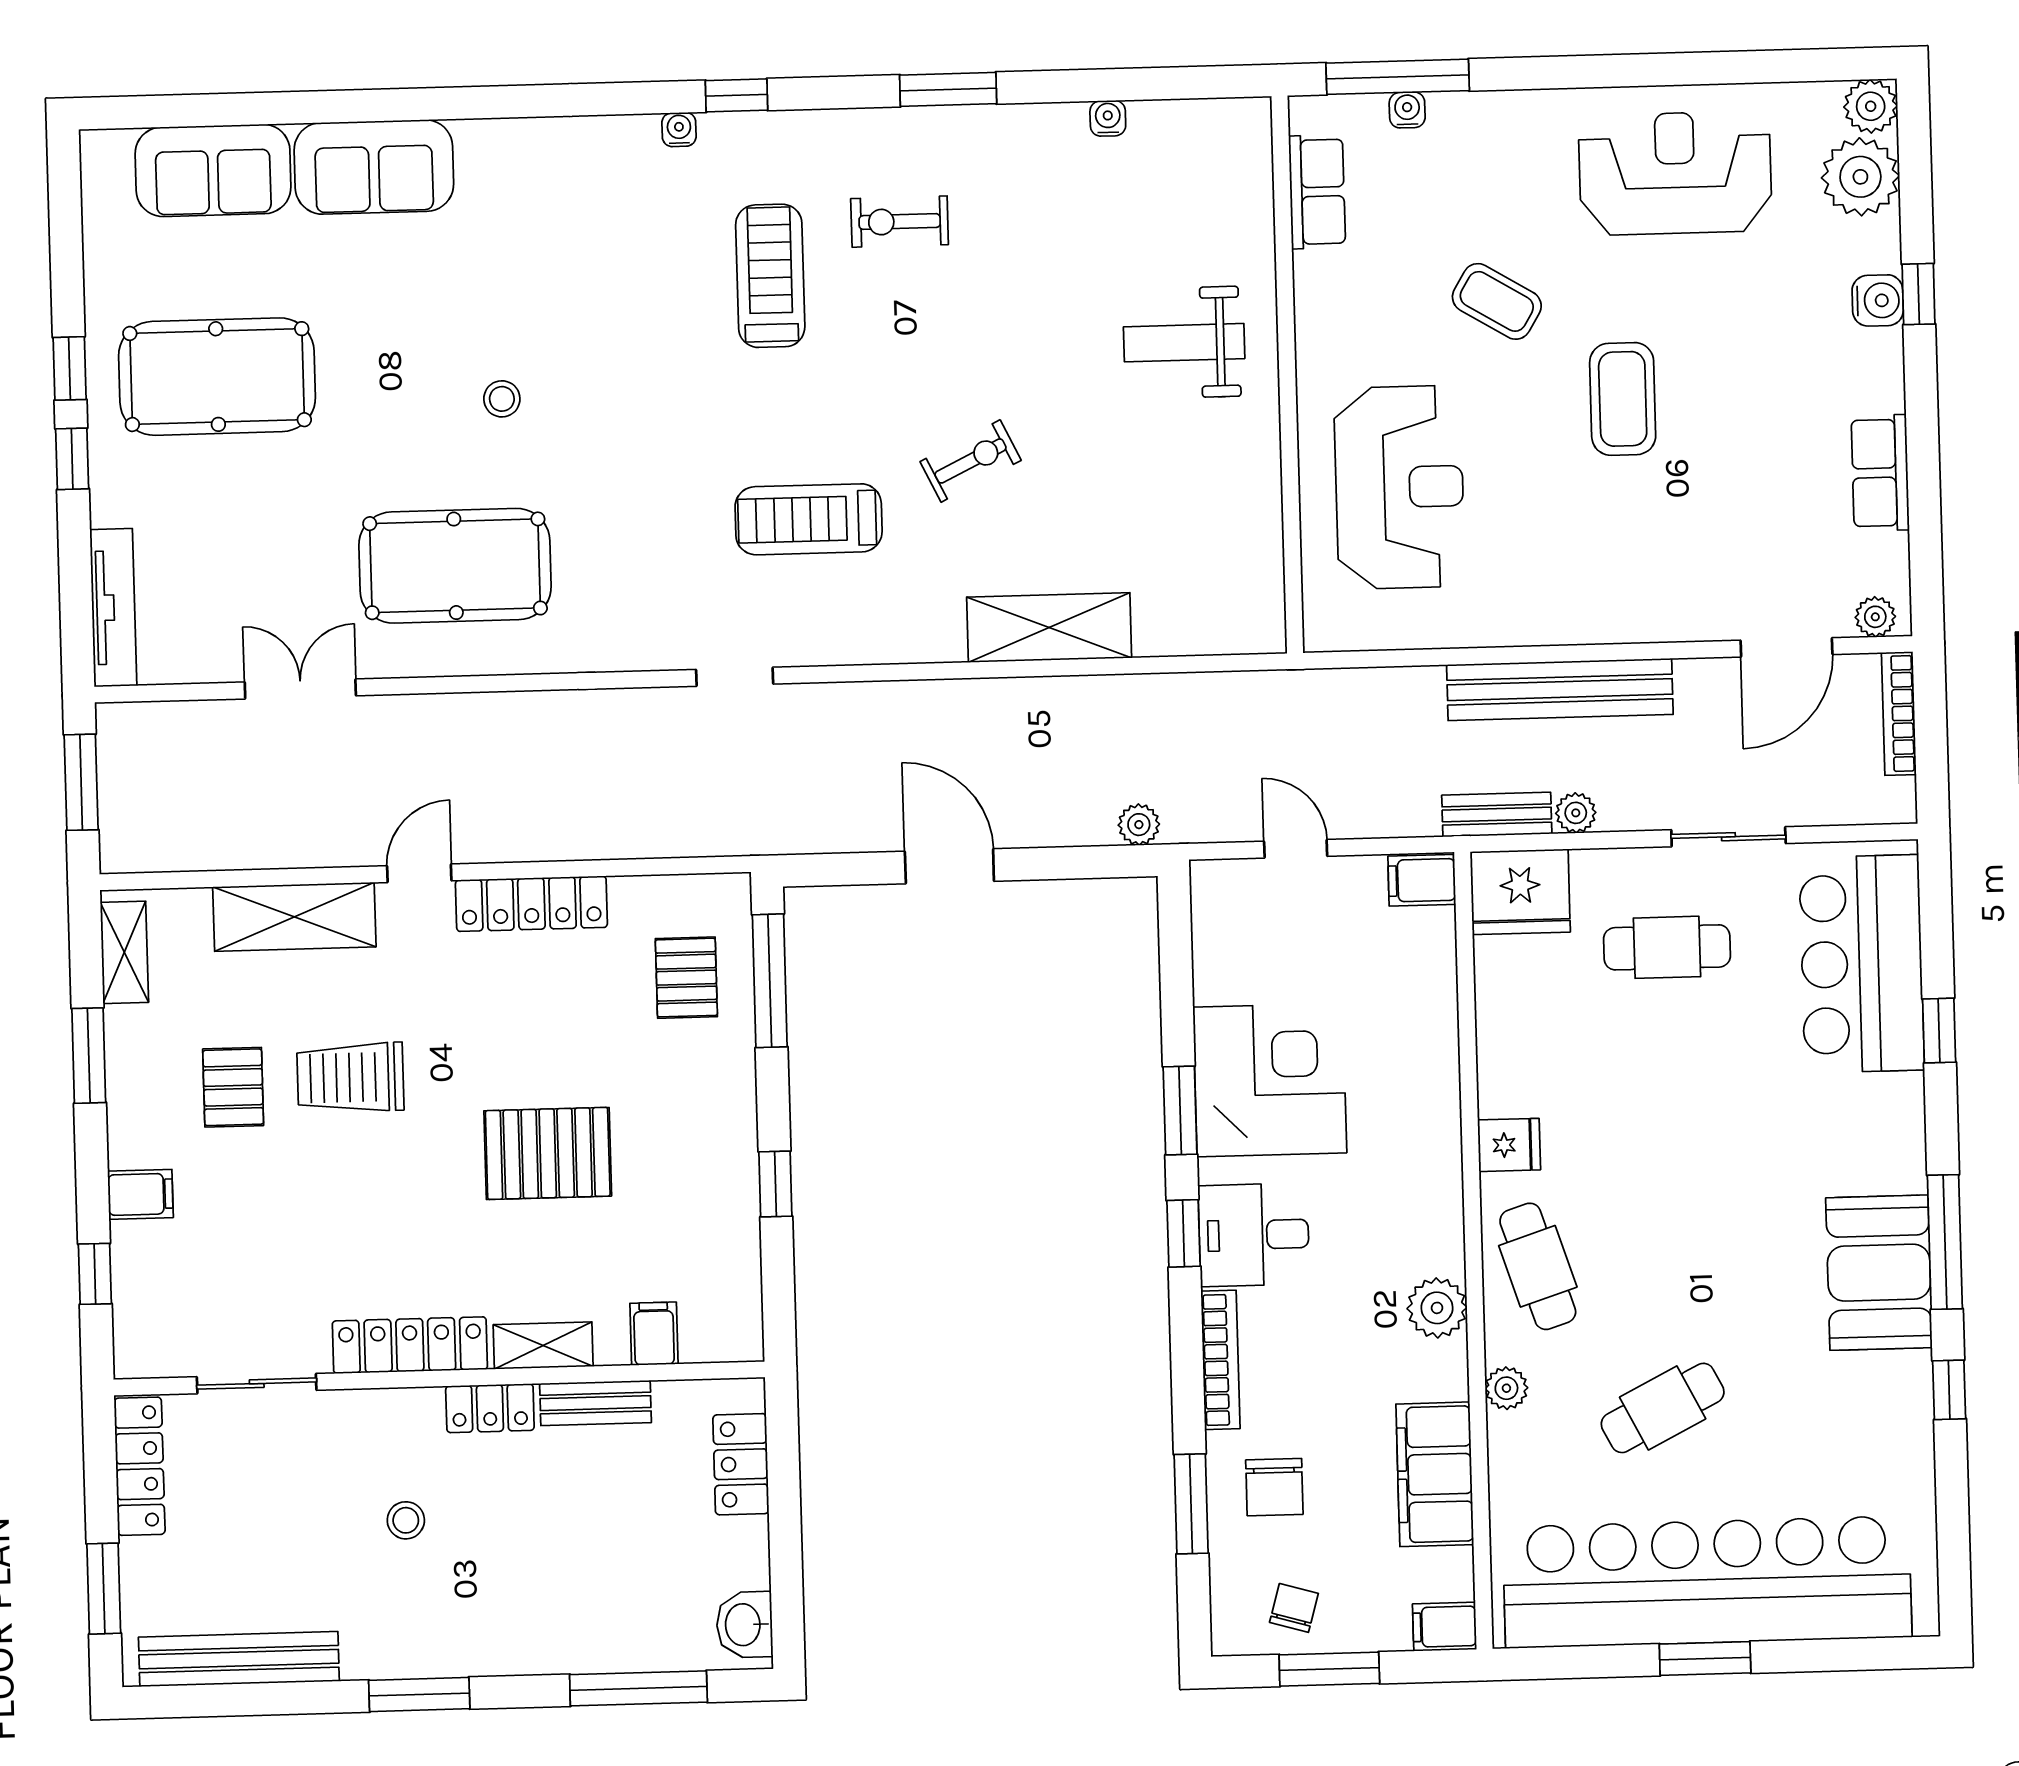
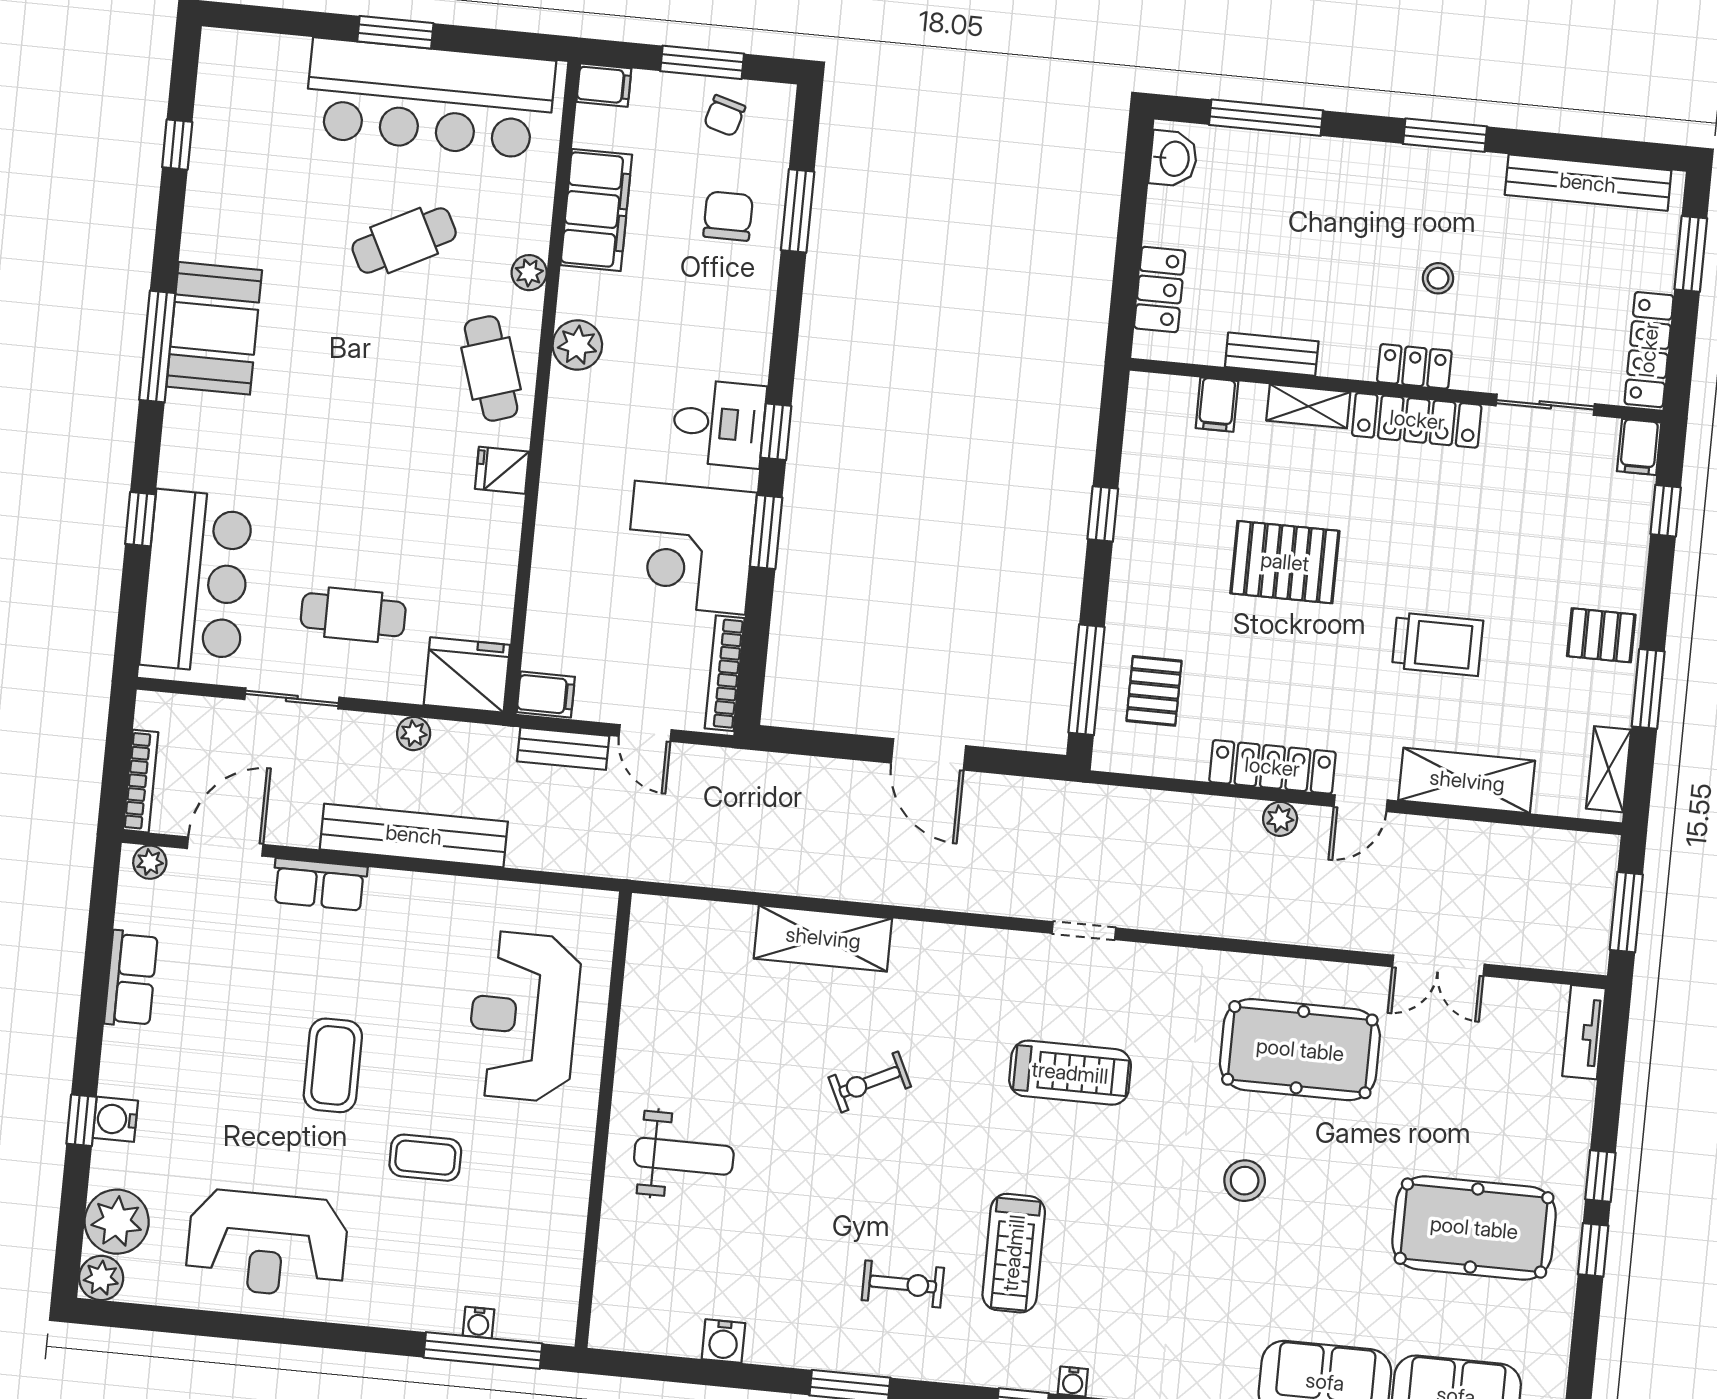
water cooler: (1108, 118) -> (723, 1341), width x1.38, depth x1.38
row of seats: (1317, 192) -> (320, 884), moved, turned -90
coffee table: (1497, 301) -> (425, 1158), turned -31
stool: (502, 399) -> (1245, 1181), width x1.37, depth x1.37
treadmill: (809, 519) -> (1070, 1073), moved
tv unit: (113, 608) -> (1584, 1032), width x0.71
bench: (1497, 815) -> (563, 749), moved
plant: (1139, 825) -> (1280, 819), moved
pallet: (233, 1087) -> (1601, 635), moved, turned 90
filing cabinet: (140, 1194) -> (1639, 447), moved, turned -90
bookcase: (1220, 1360) -> (725, 673), moved
window: (1949, 1390) -> (177, 145), moved
locker: (490, 1408) -> (1414, 366), moved
bar counter: (1707, 1582) -> (430, 99), width x0.73

